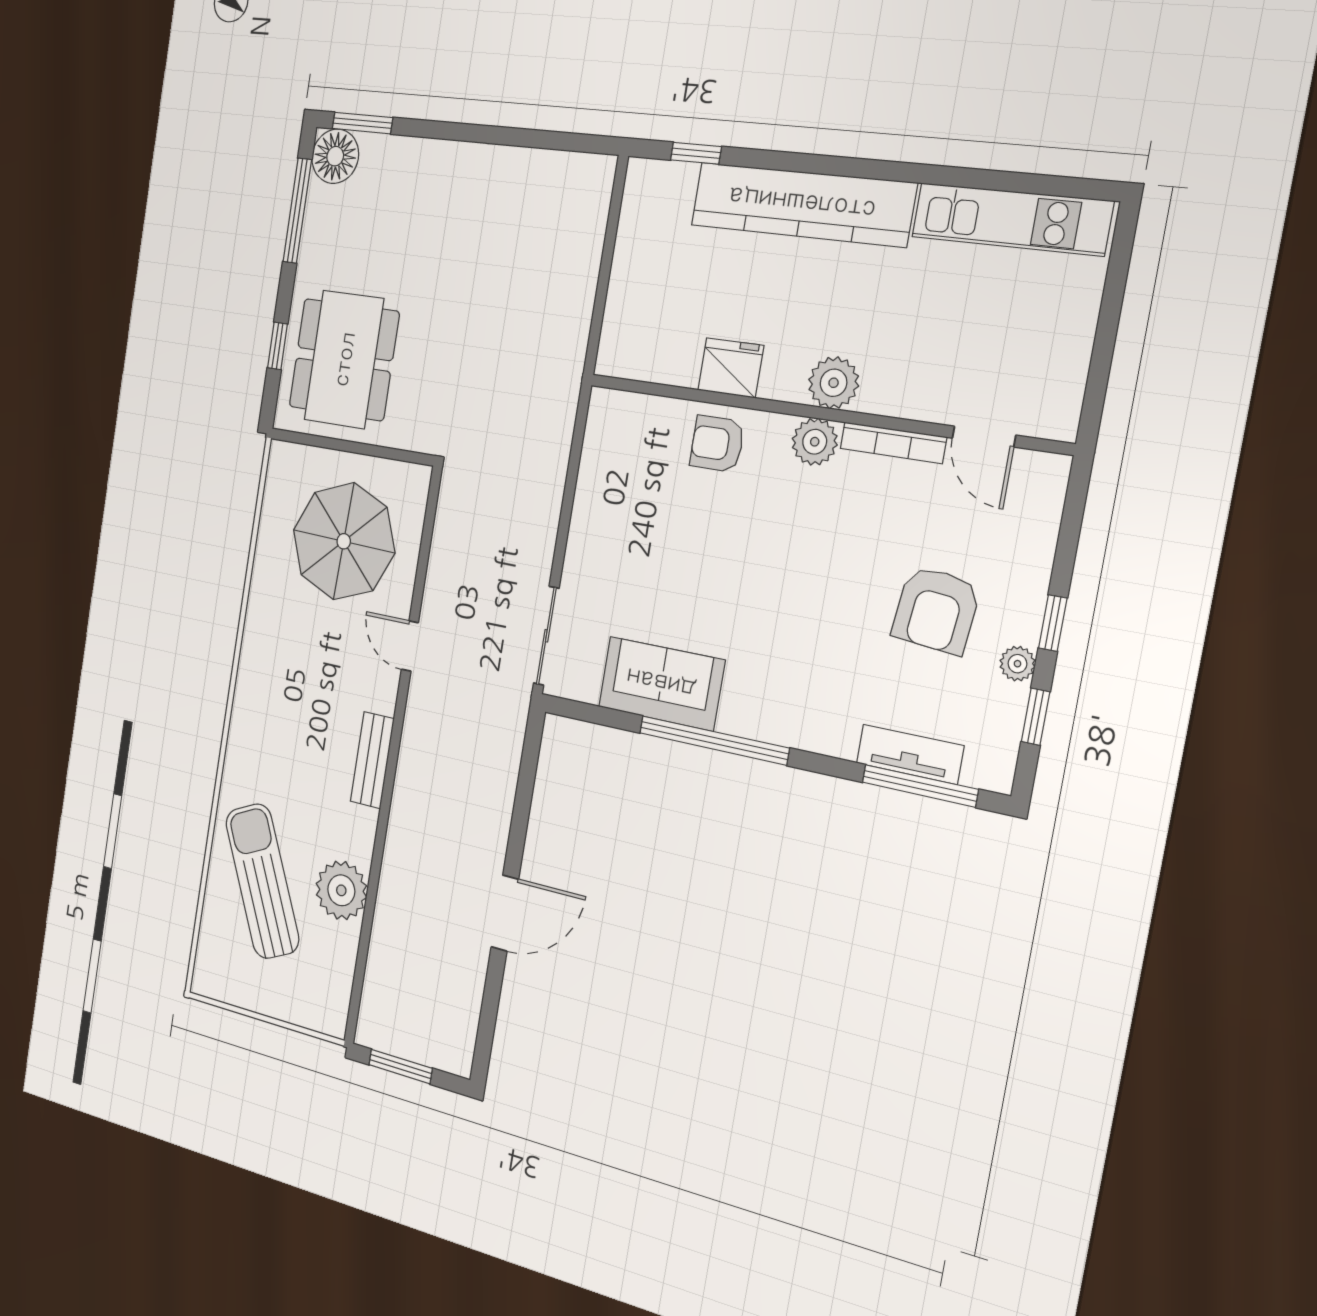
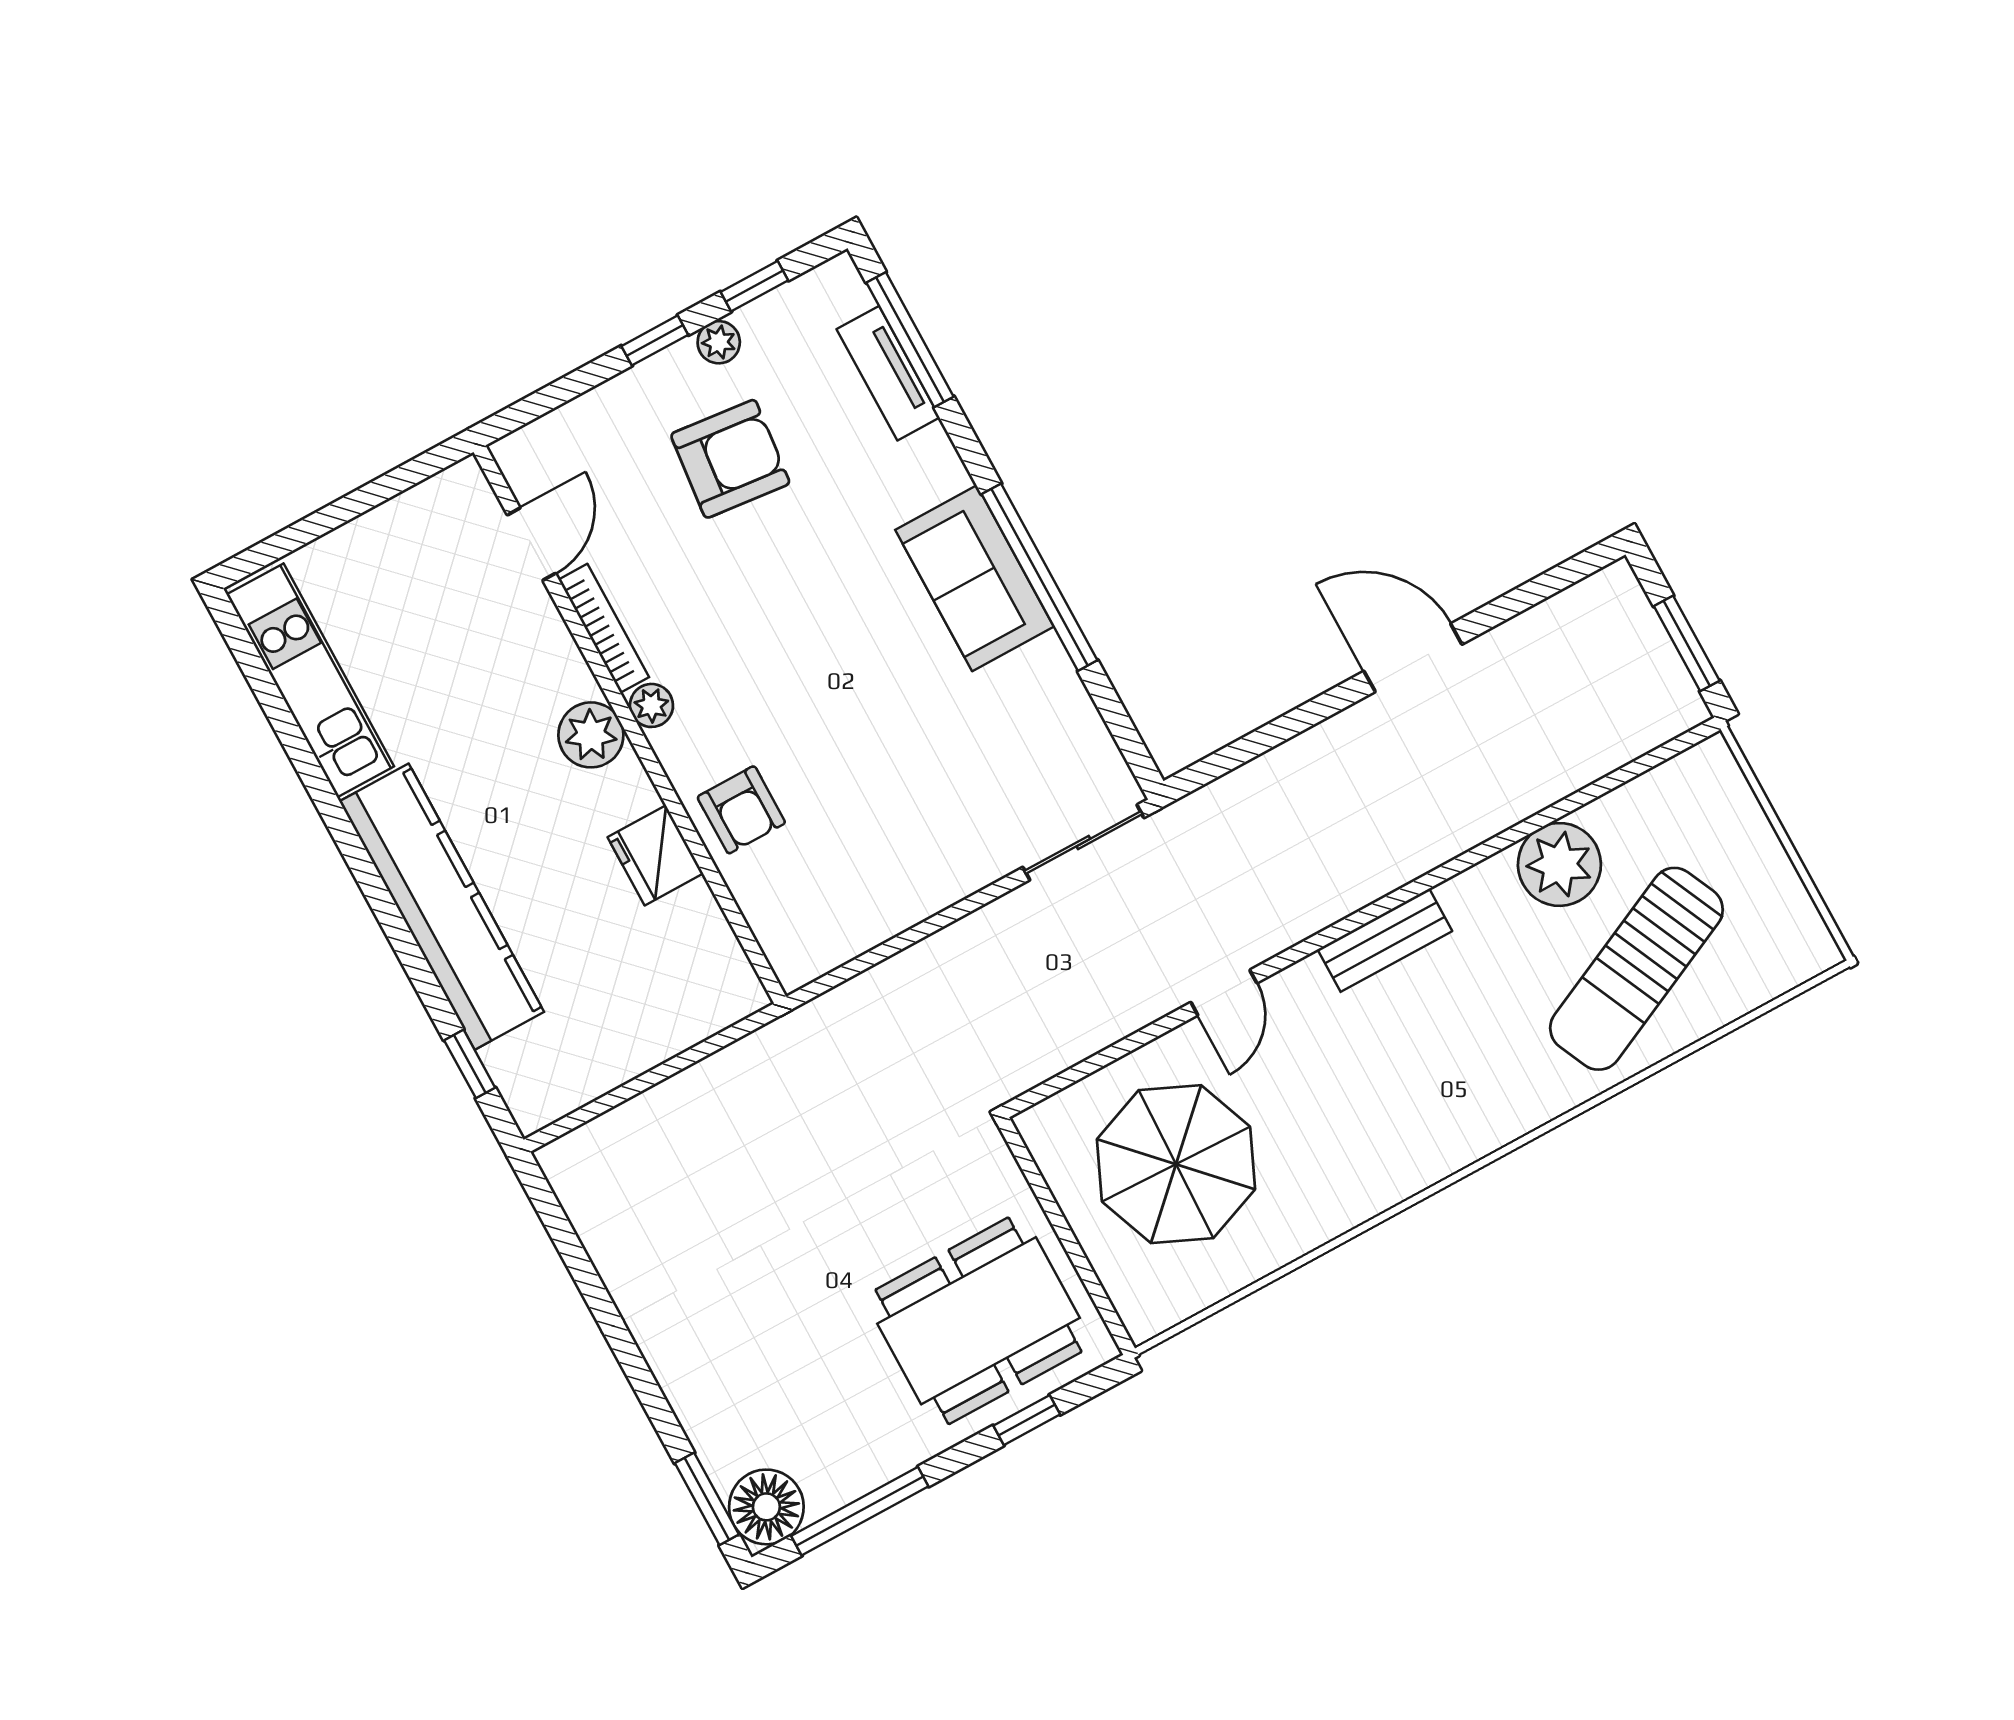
plant: (815, 442) -> (651, 705), width x0.73, depth x0.73
sofa: (661, 684) -> (974, 578), moved

